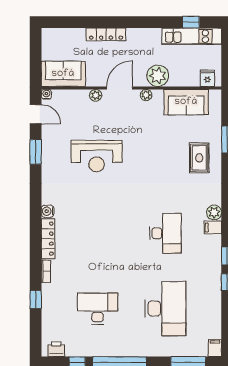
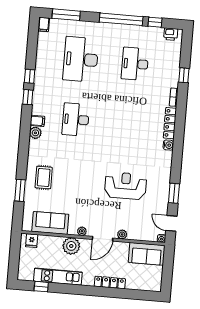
kitchen unit: (192, 36) -> (58, 277), moved
desk: (97, 309) -> (135, 64), turned 90

